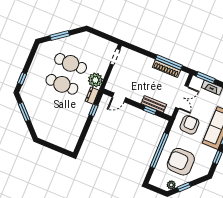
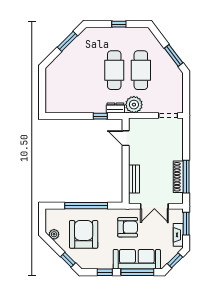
window: (60, 35) -> (174, 55), moved
window: (22, 79) -> (119, 24), moved
window: (150, 110) -> (126, 178), removed
window: (184, 187) -> (68, 260), moved

